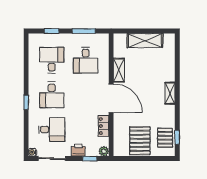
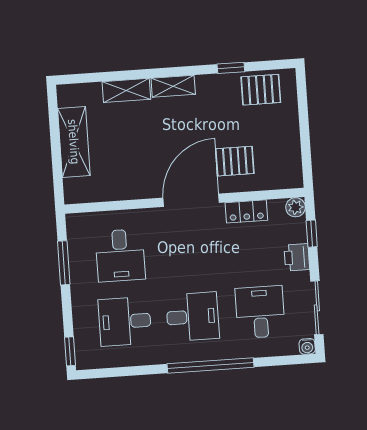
window: (52, 31) -> (70, 351), moved
desk: (86, 60) -> (120, 255), turned 90
shelving: (119, 70) -> (126, 90), moved
window: (26, 102) -> (210, 366), width x3.17
window: (177, 137) -> (231, 68), moved
pallet: (140, 141) -> (235, 161), moved, width x0.67, depth x0.71

